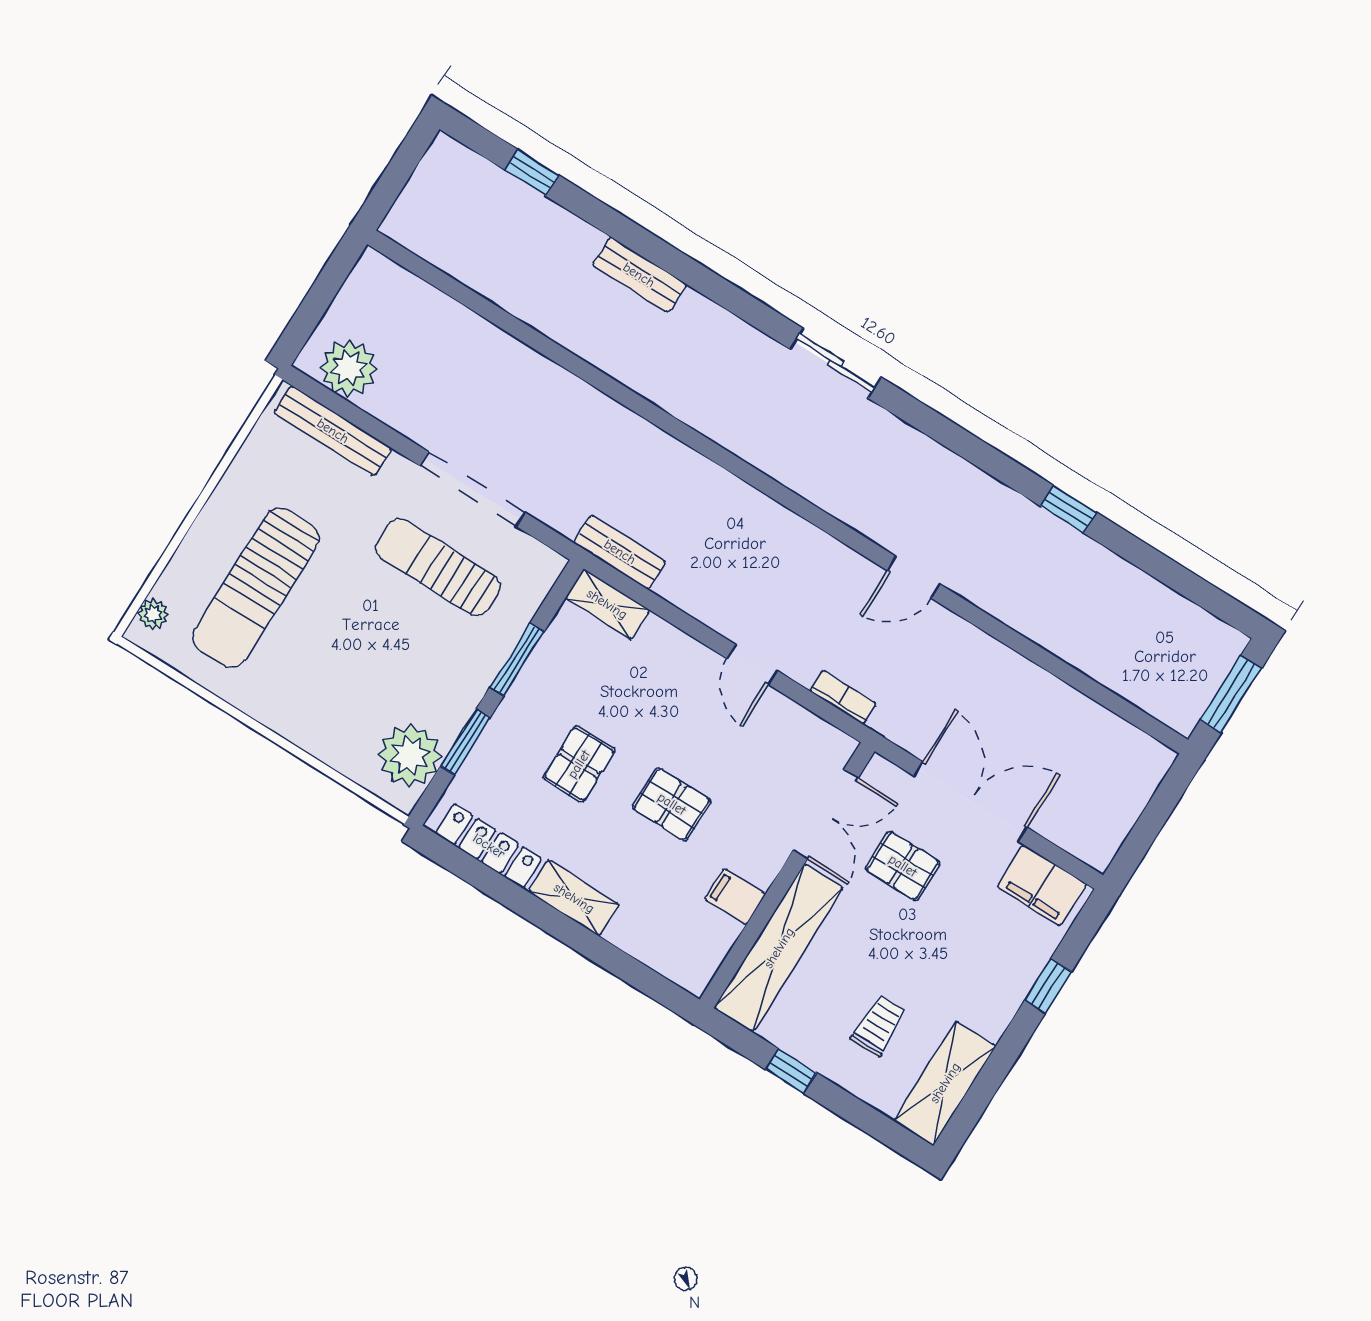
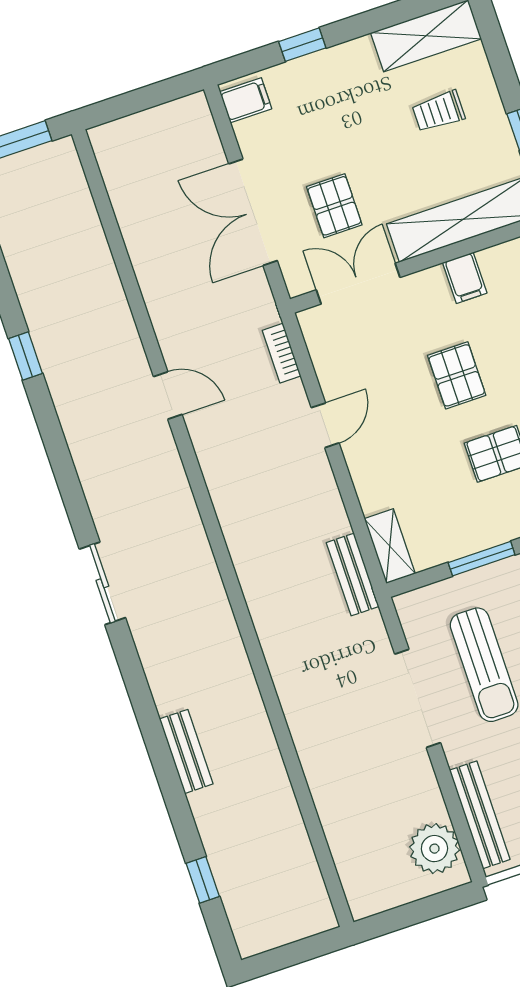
filing cabinet: (1042, 886) -> (246, 100), width x0.50

